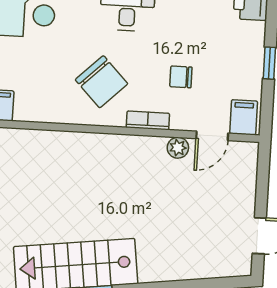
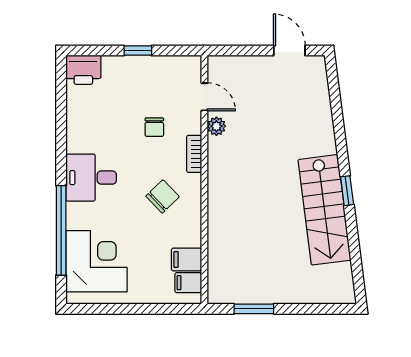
chair: (101, 82) -> (163, 196), width x0.73, depth x0.73
filing cabinet: (244, 117) -> (187, 259), moved

